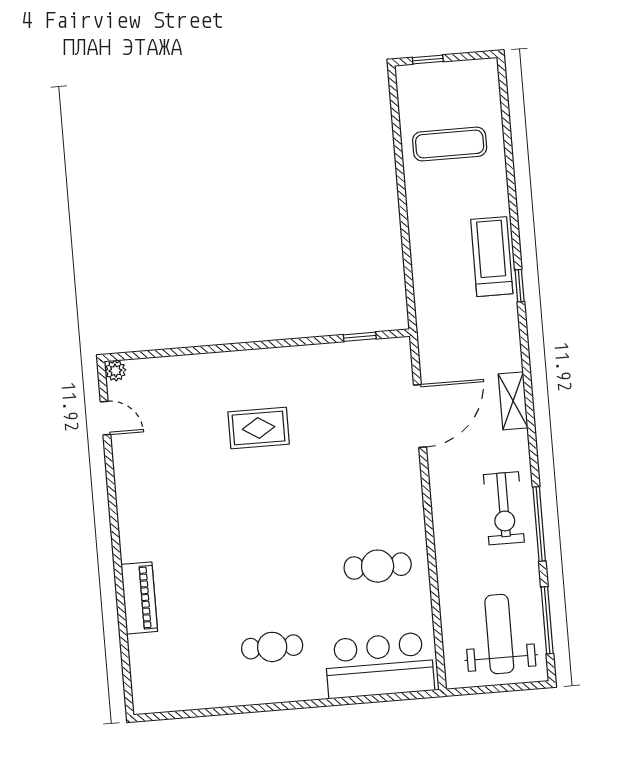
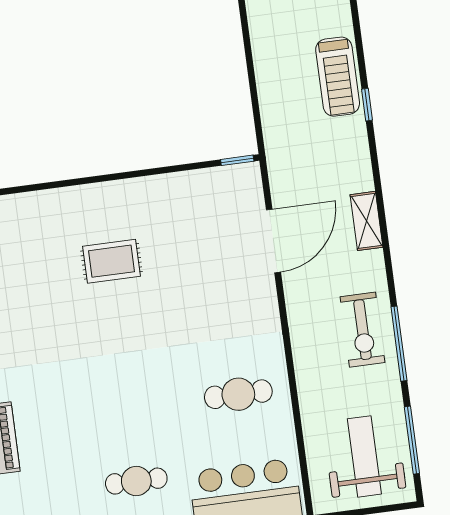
treadmill: (492, 257) -> (338, 77), turned 180
window: (360, 337) -> (237, 160), moved

